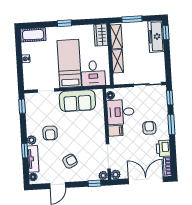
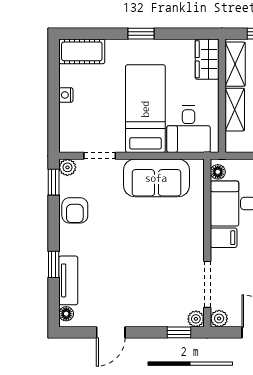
armchair: (50, 133) -> (75, 210), moved
plant: (32, 140) -> (67, 167), moved
armchair: (70, 161) -> (136, 289), removed

